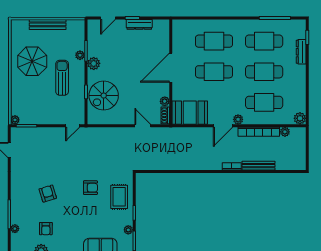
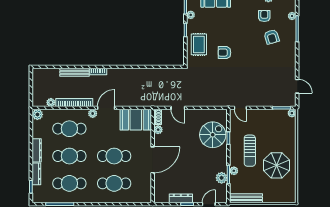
bench: (48, 24) -> (246, 198), moved
plant: (94, 63) -> (222, 178), moved
dresser: (301, 78) -> (37, 150), added
door: (73, 126) -> (240, 108), swing flipped
armchair: (48, 194) -> (272, 37), moved

